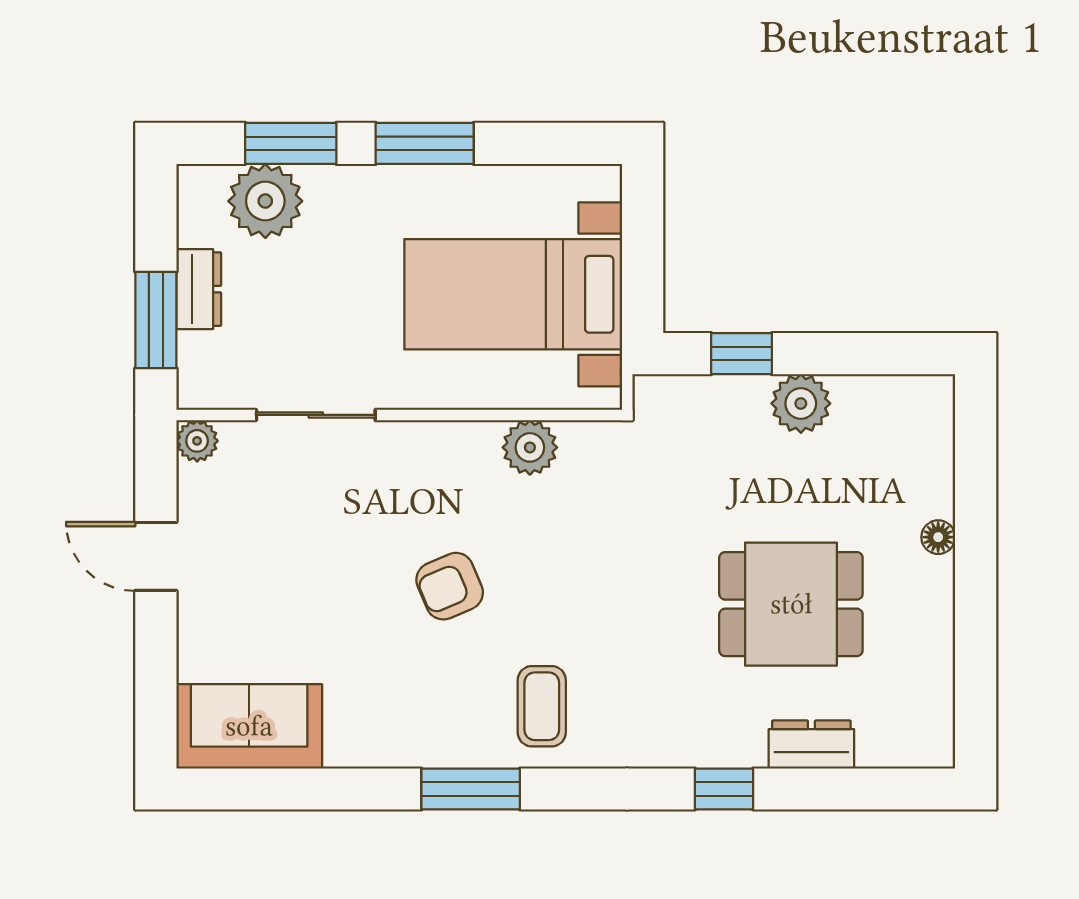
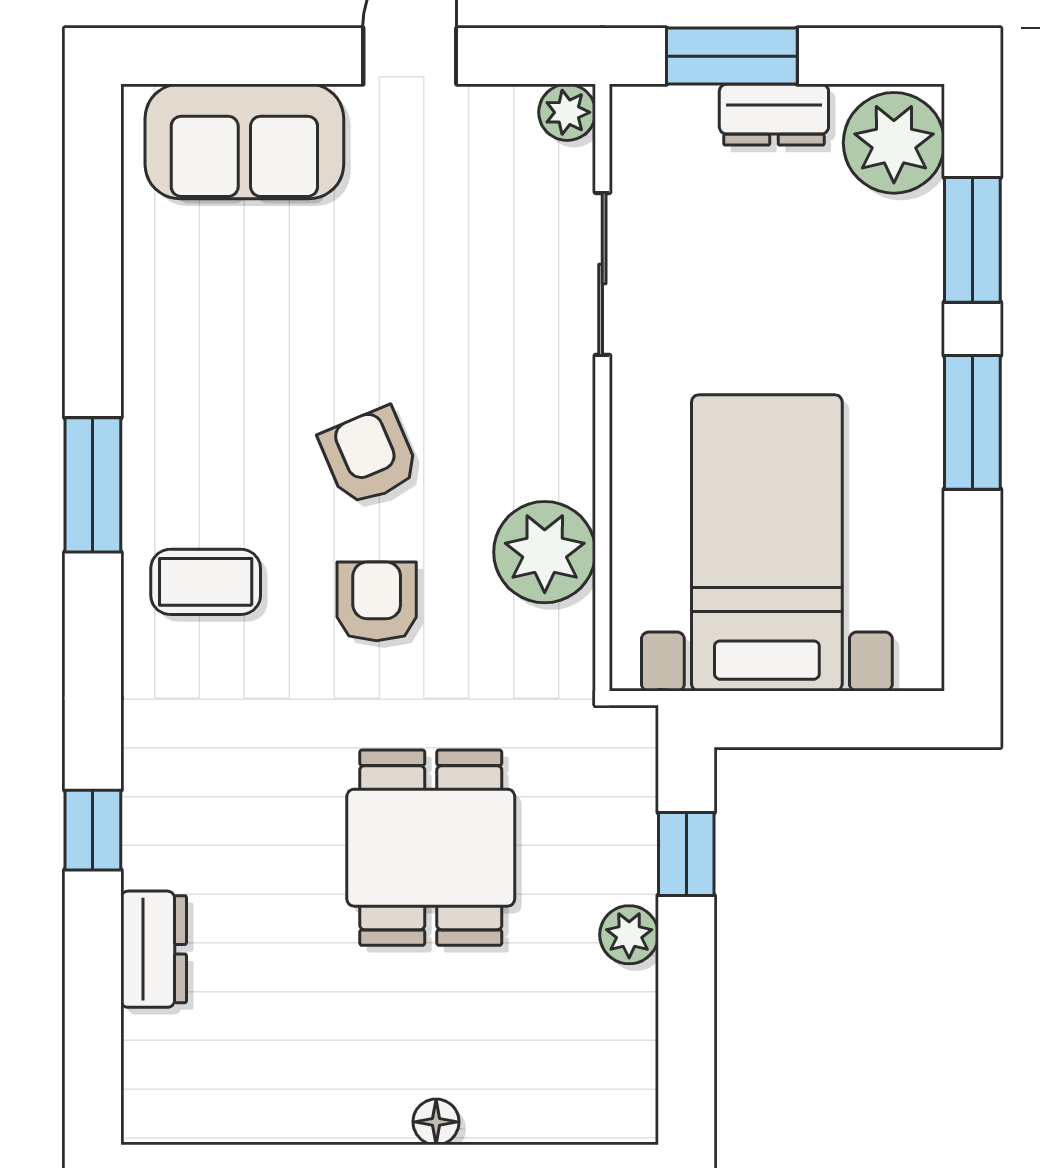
plant: (265, 201) -> (894, 143), moved
plant: (801, 403) -> (629, 935), width x0.73, depth x0.73
plant: (530, 447) -> (545, 552), width x1.36, depth x1.36
armchair: (556, 581) -> (377, 601), added
dining table: (791, 604) -> (431, 848), moved
sofa: (249, 726) -> (244, 141), moved, turned 90

